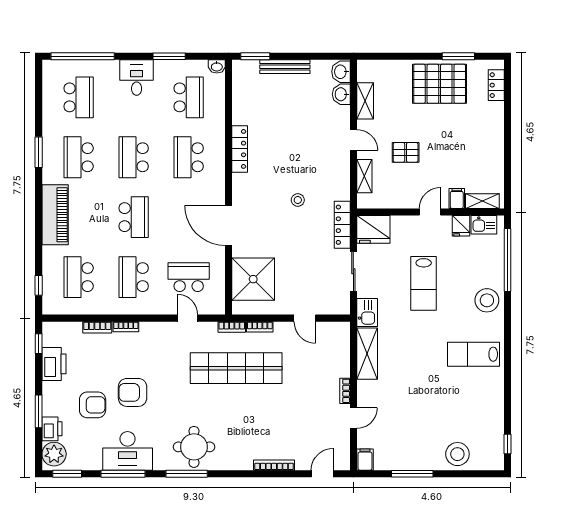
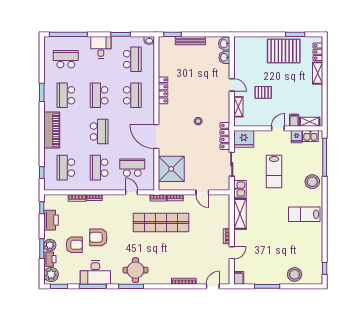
school desk: (79, 97) -> (66, 59), turned -90
shelving: (365, 101) -> (318, 73), moved
school desk: (189, 157) -> (132, 95), turned 180
plant: (52, 405) -> (50, 245), added

